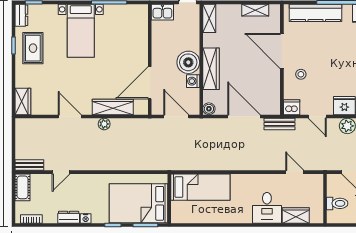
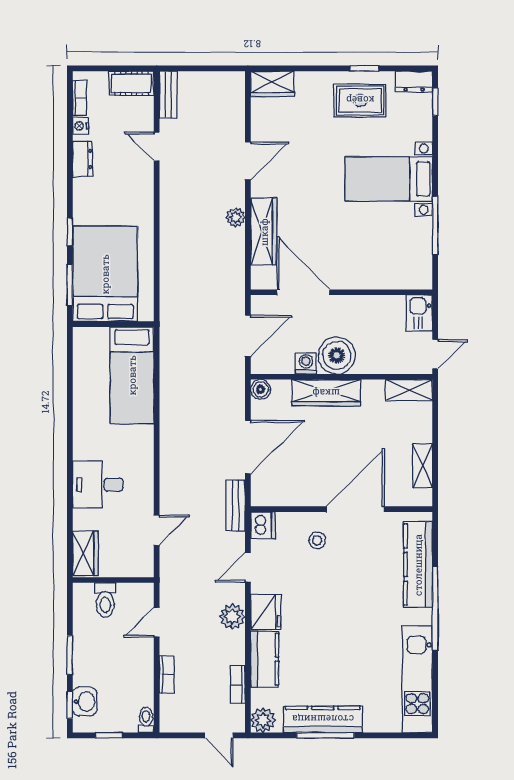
wardrobe: (296, 215) -> (85, 553), moved
nightstand: (86, 218) -> (80, 126), moved

